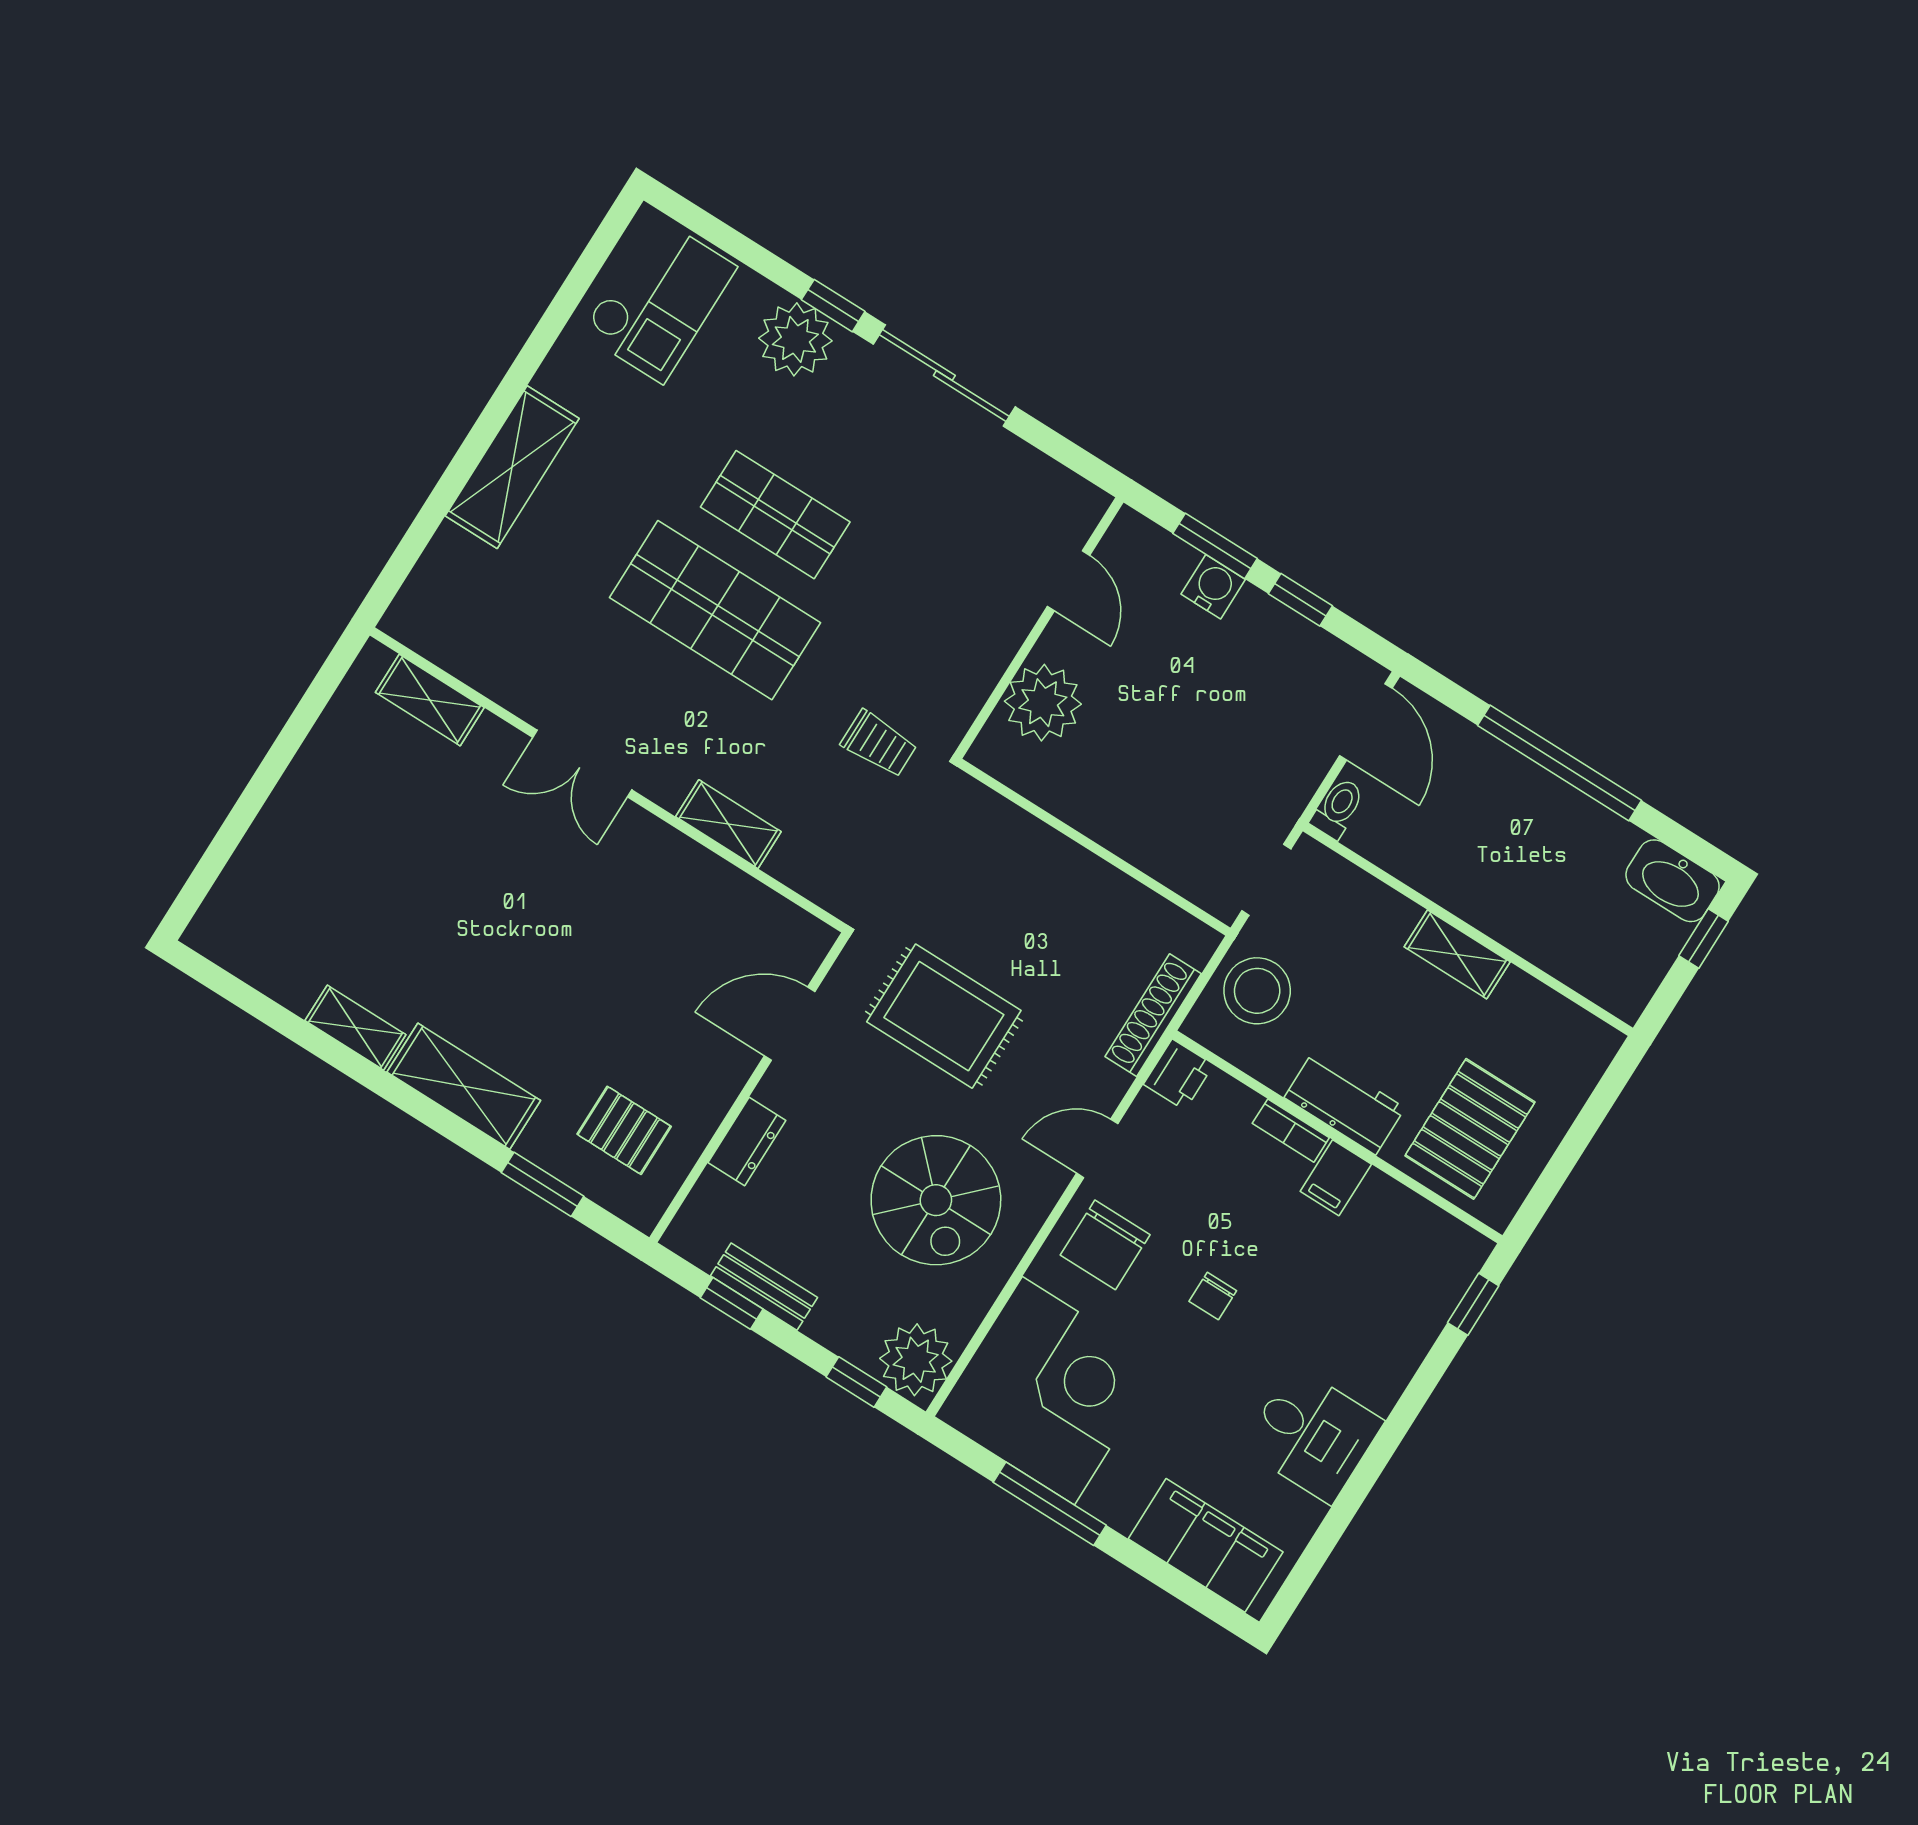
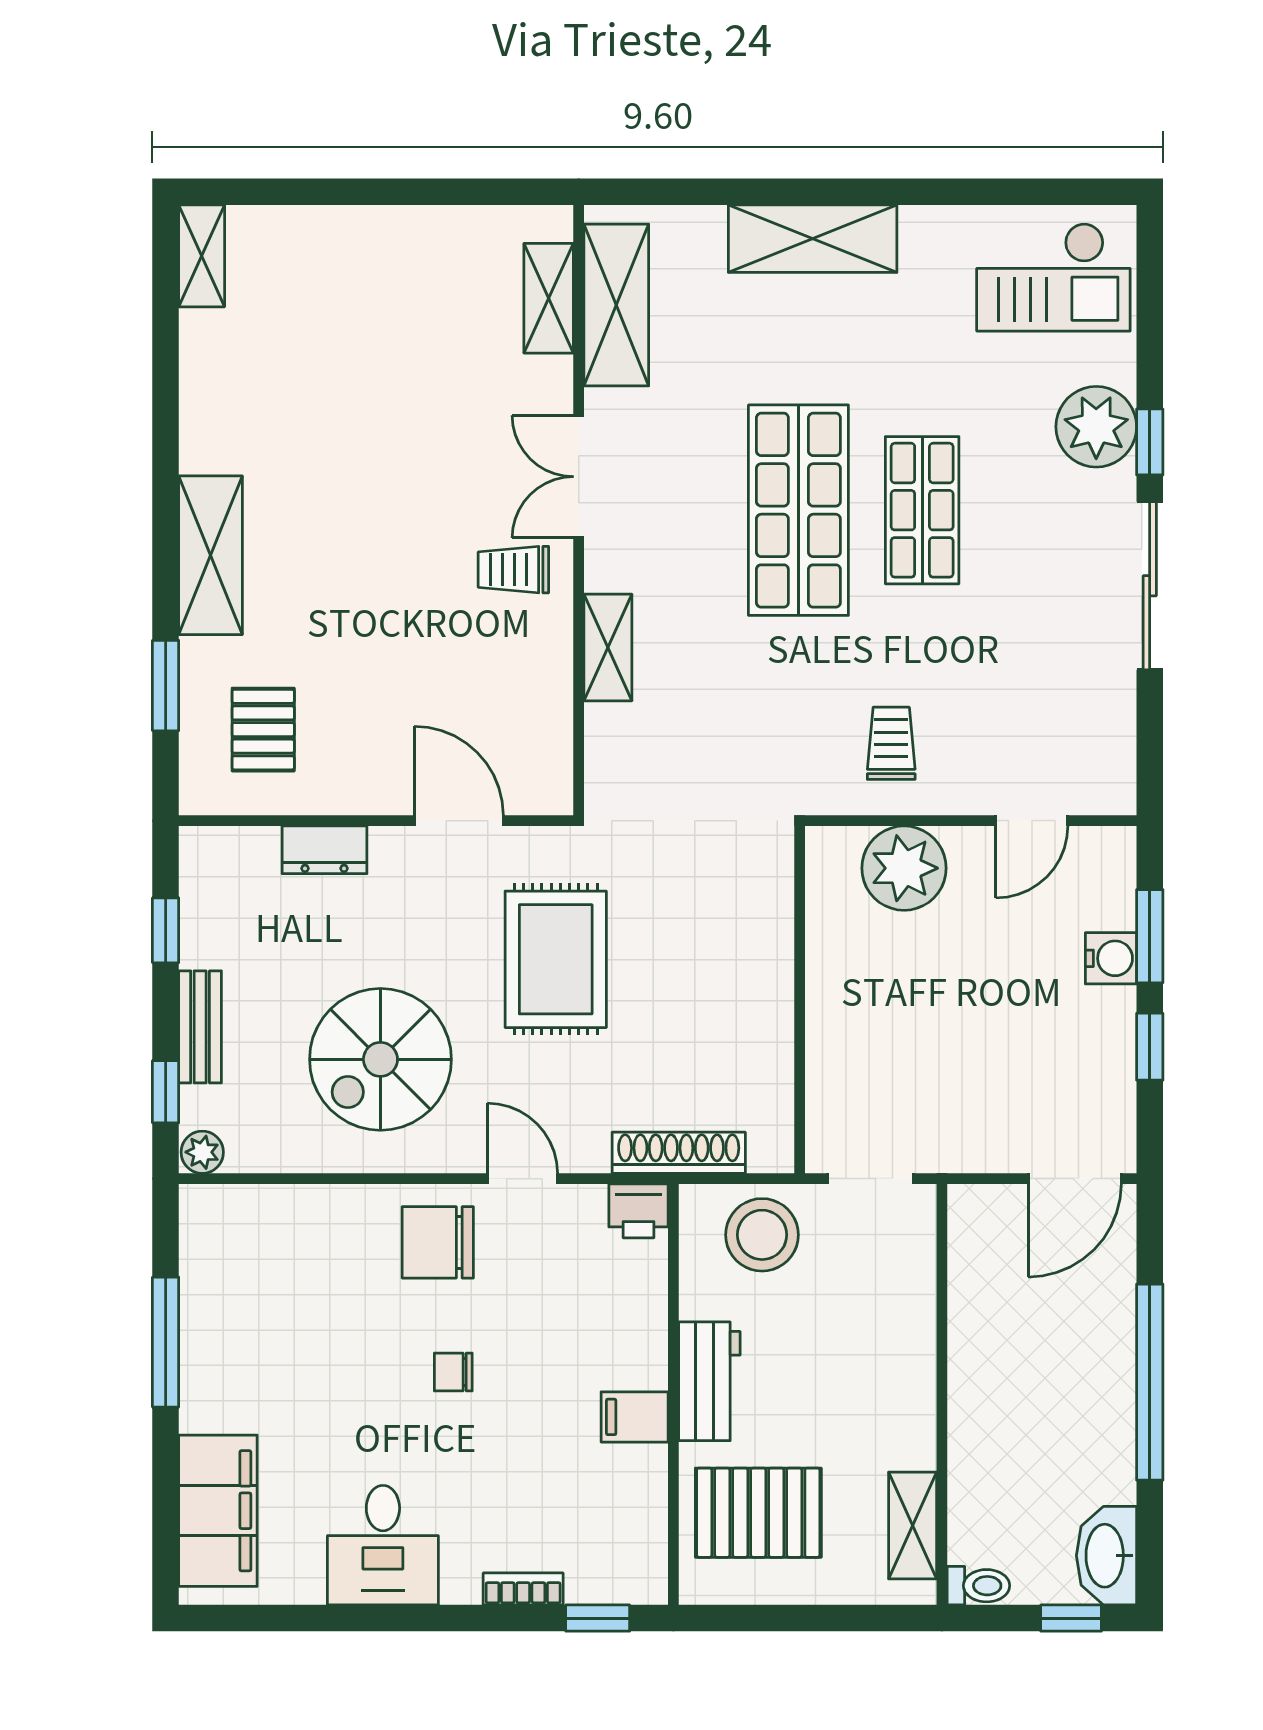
shelving: (468, 651) -> (616, 305), added
trolley: (879, 744) -> (891, 743), moved, turned 180
toilet: (1338, 808) -> (978, 1586), moved
trolley: (622, 859) -> (513, 570), added
shelving: (1457, 954) -> (913, 1526), moved
shelving: (355, 1028) -> (202, 256), moved
bookcase: (1291, 1131) -> (523, 1589), moved, turned 90
bench: (764, 1287) -> (200, 1027), moved
plant: (916, 1360) -> (202, 1152), width x0.53, depth x0.53
corner desk: (1048, 1391) -> (270, 1275), removed

